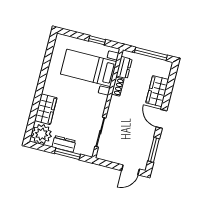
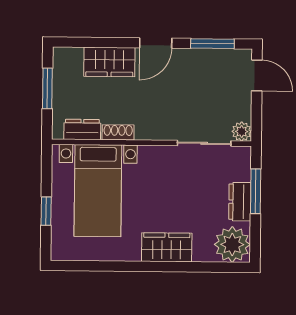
window: (97, 40) -> (46, 211), moved
window: (151, 54) -> (47, 88), width x0.69
wardrobe: (46, 109) -> (167, 247), moved
plant: (102, 154) -> (242, 132), added

